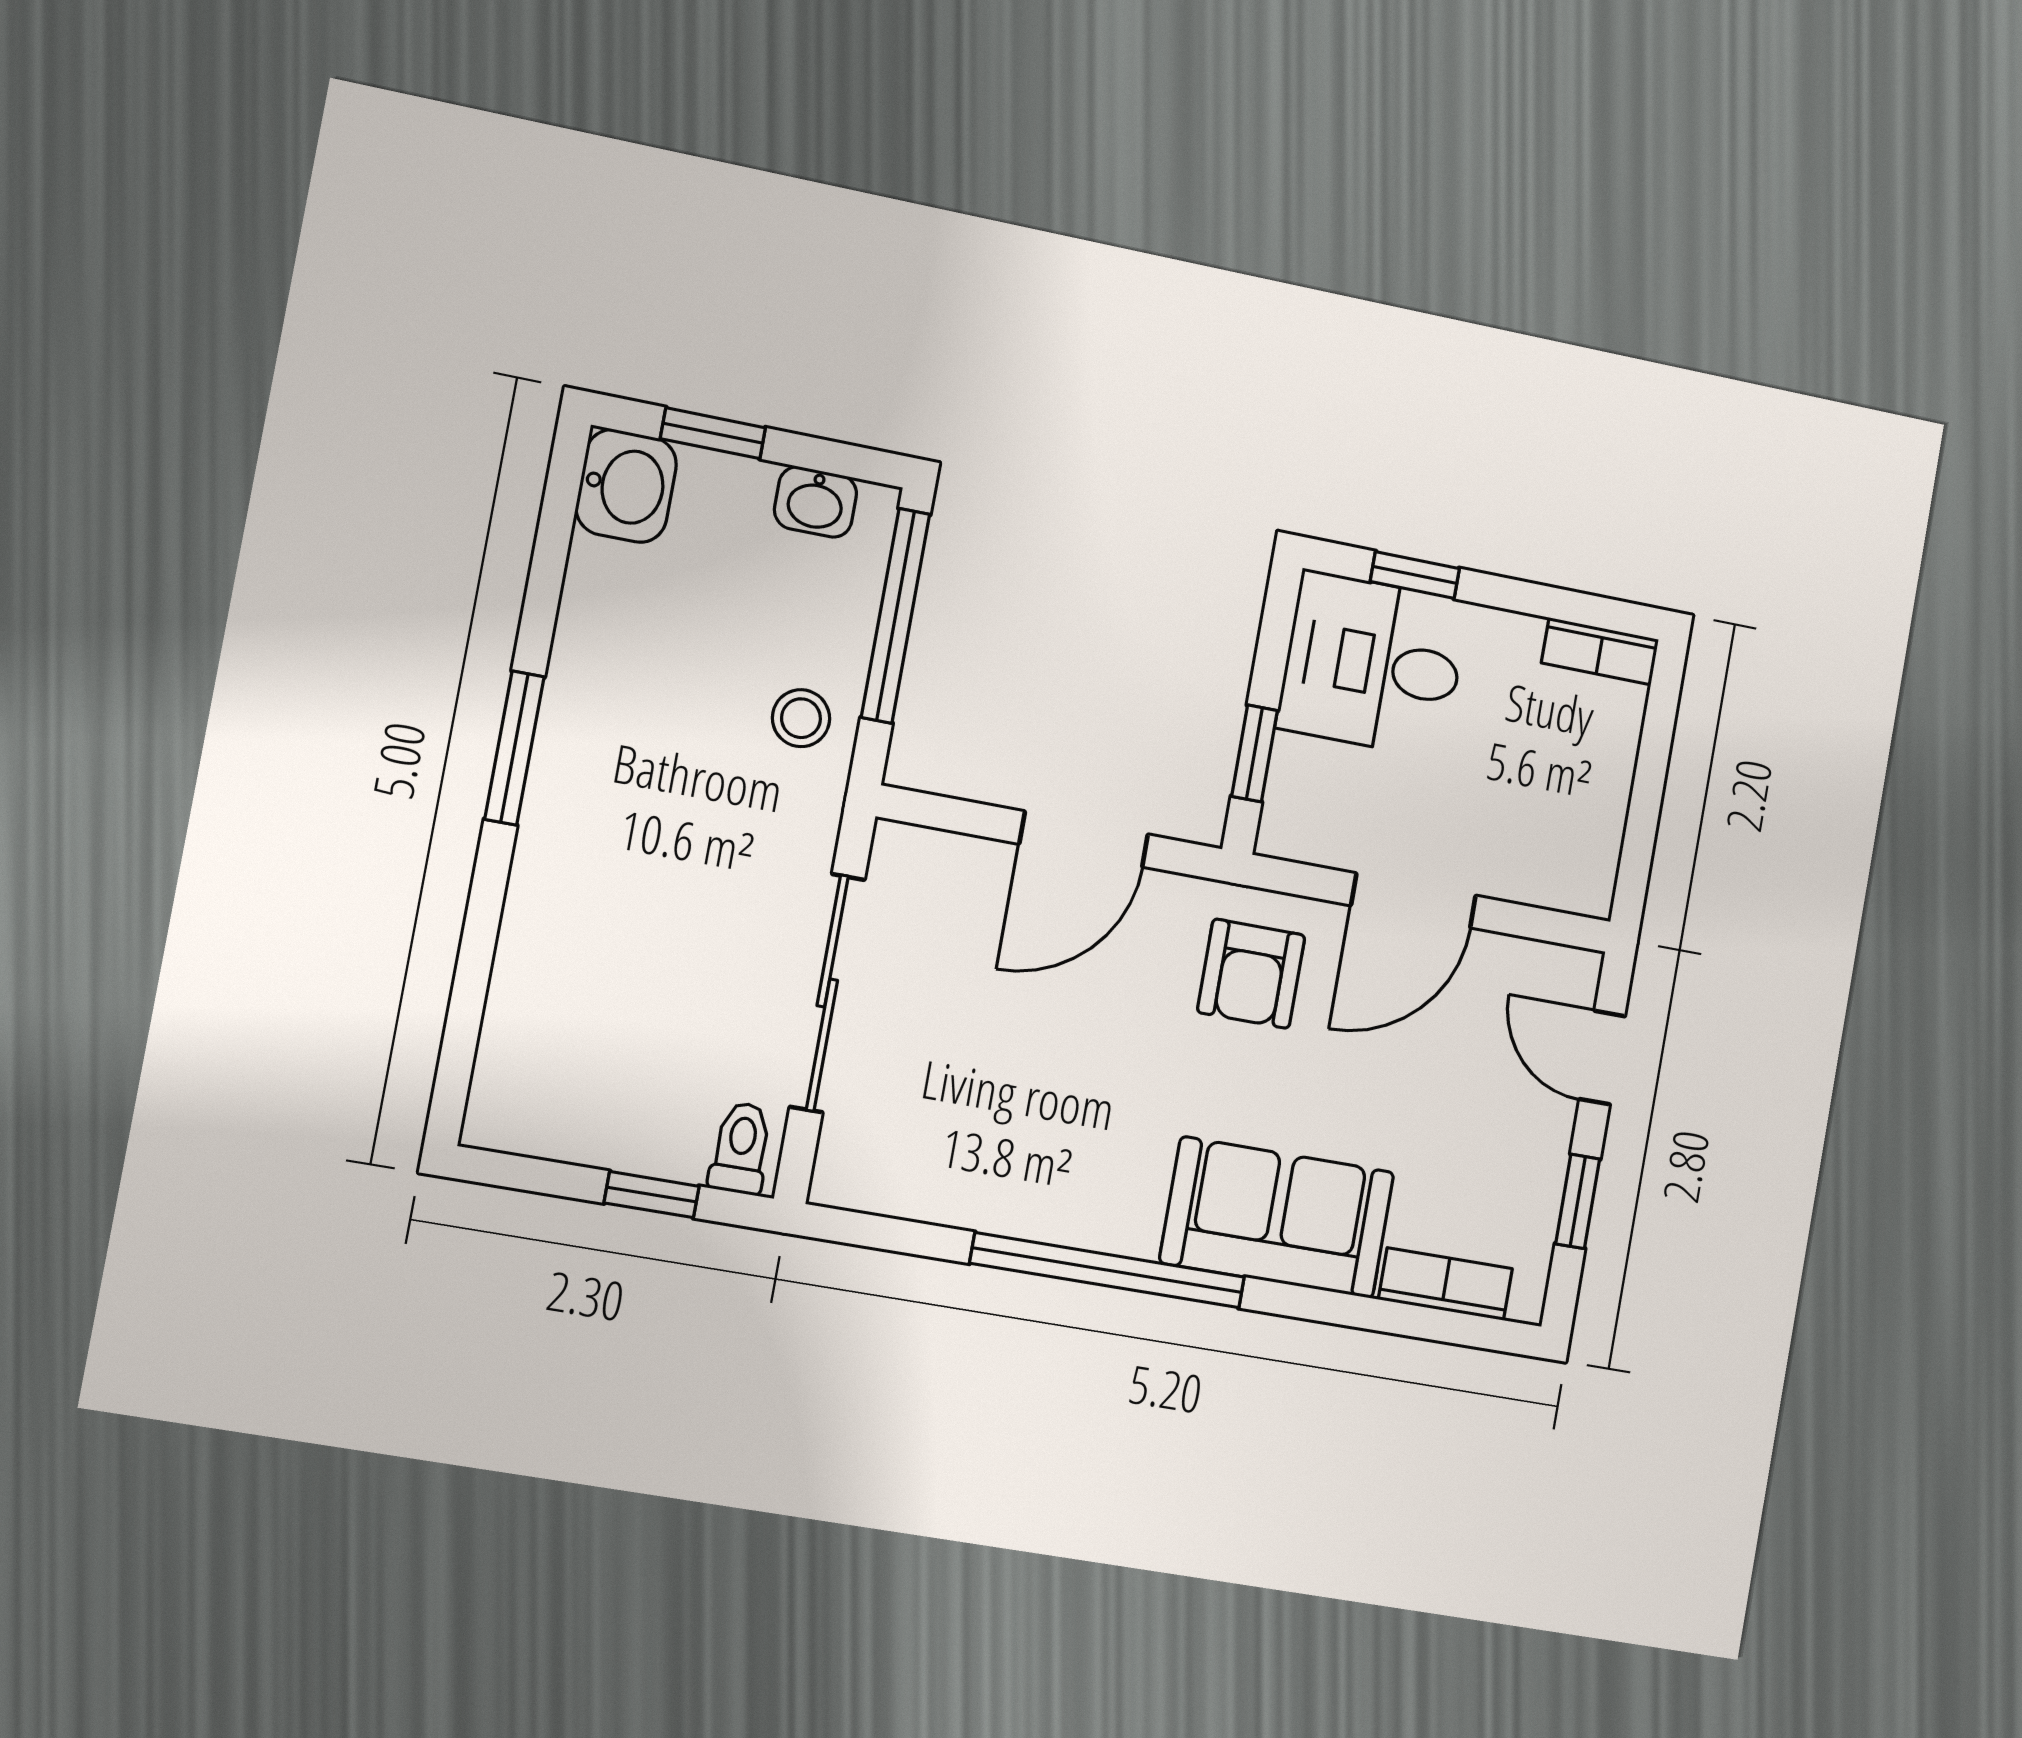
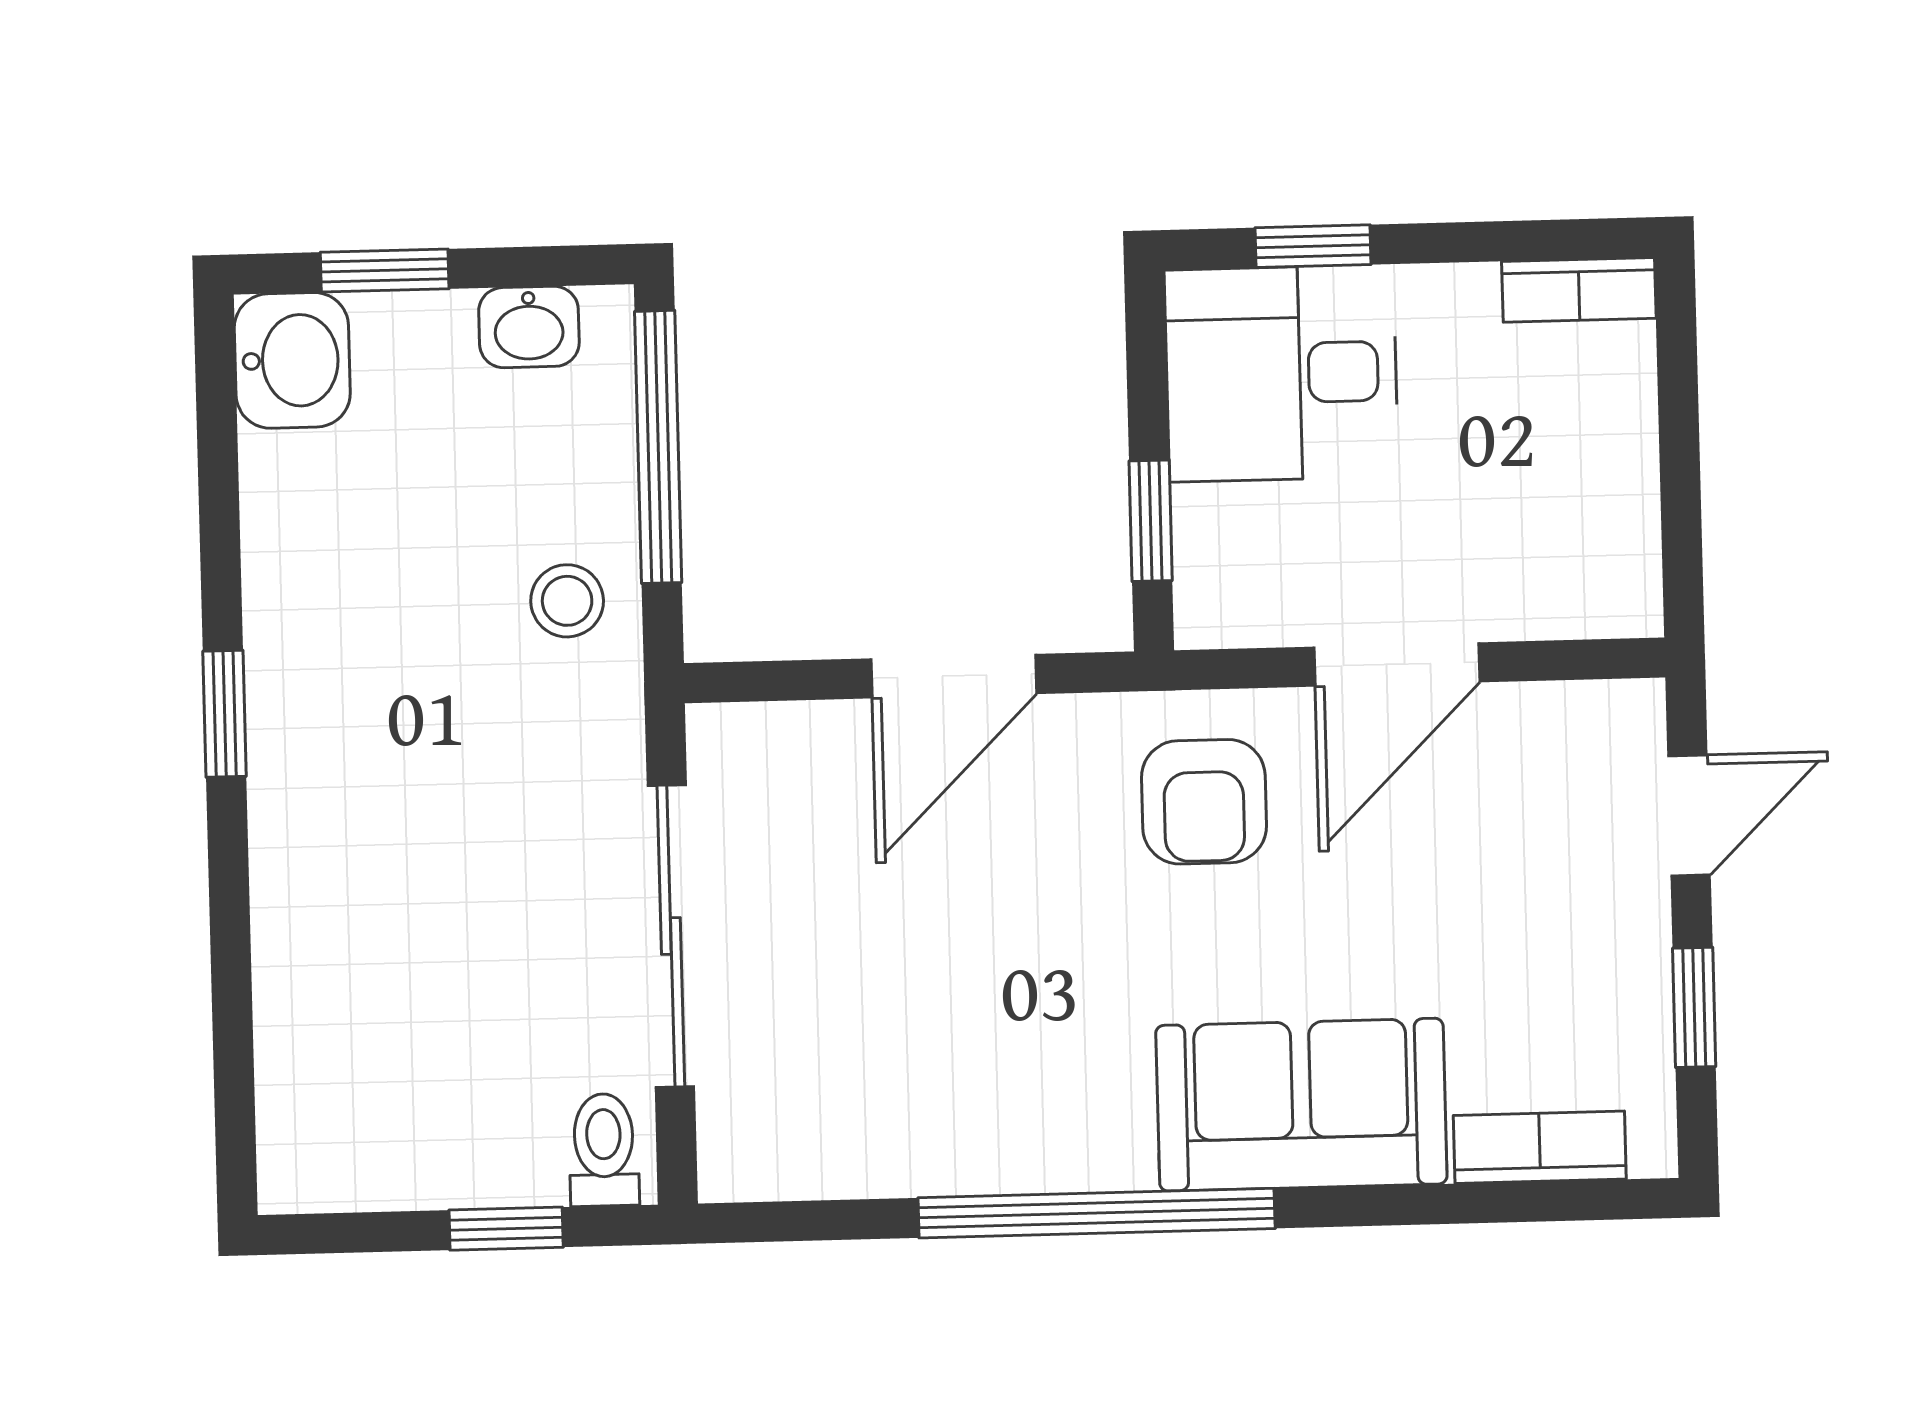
window: (514, 748) -> (225, 714), width x0.67
door: (1602, 1058) -> (1689, 815), swing flipped

